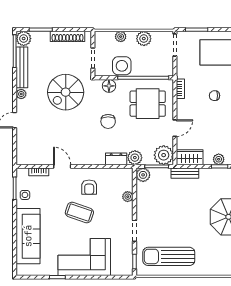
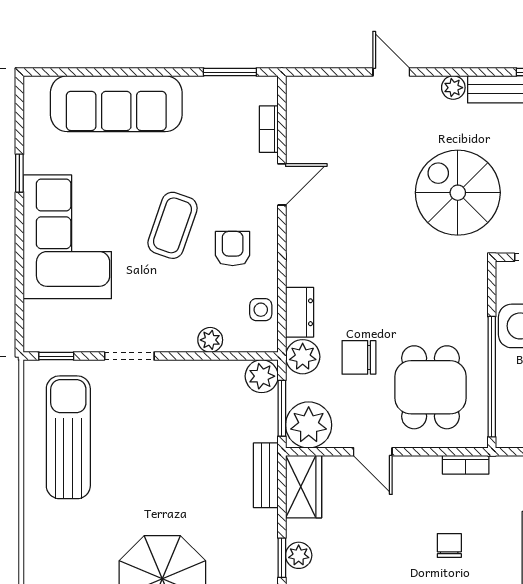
floor lamp: (109, 86) -> (472, 296), removed
chair: (108, 121) -> (359, 357), moved
armchair: (89, 187) -> (233, 249), turned 90
side table: (25, 195) -> (261, 310), moved

